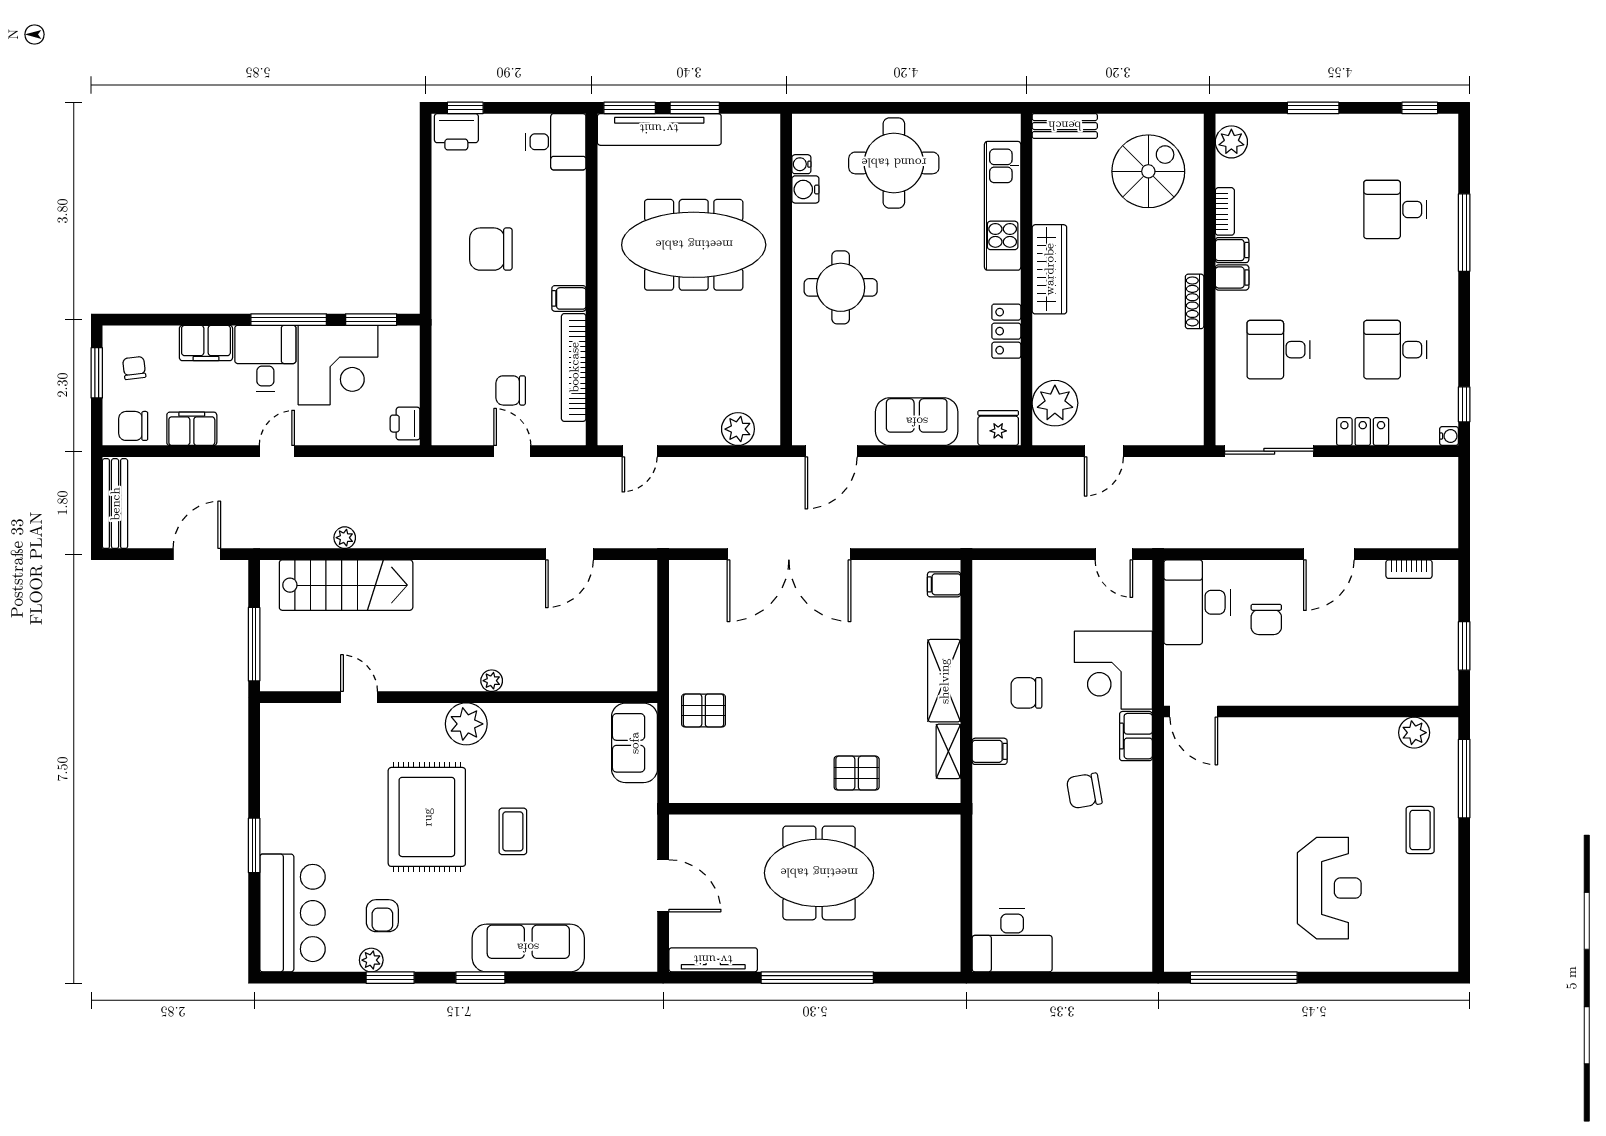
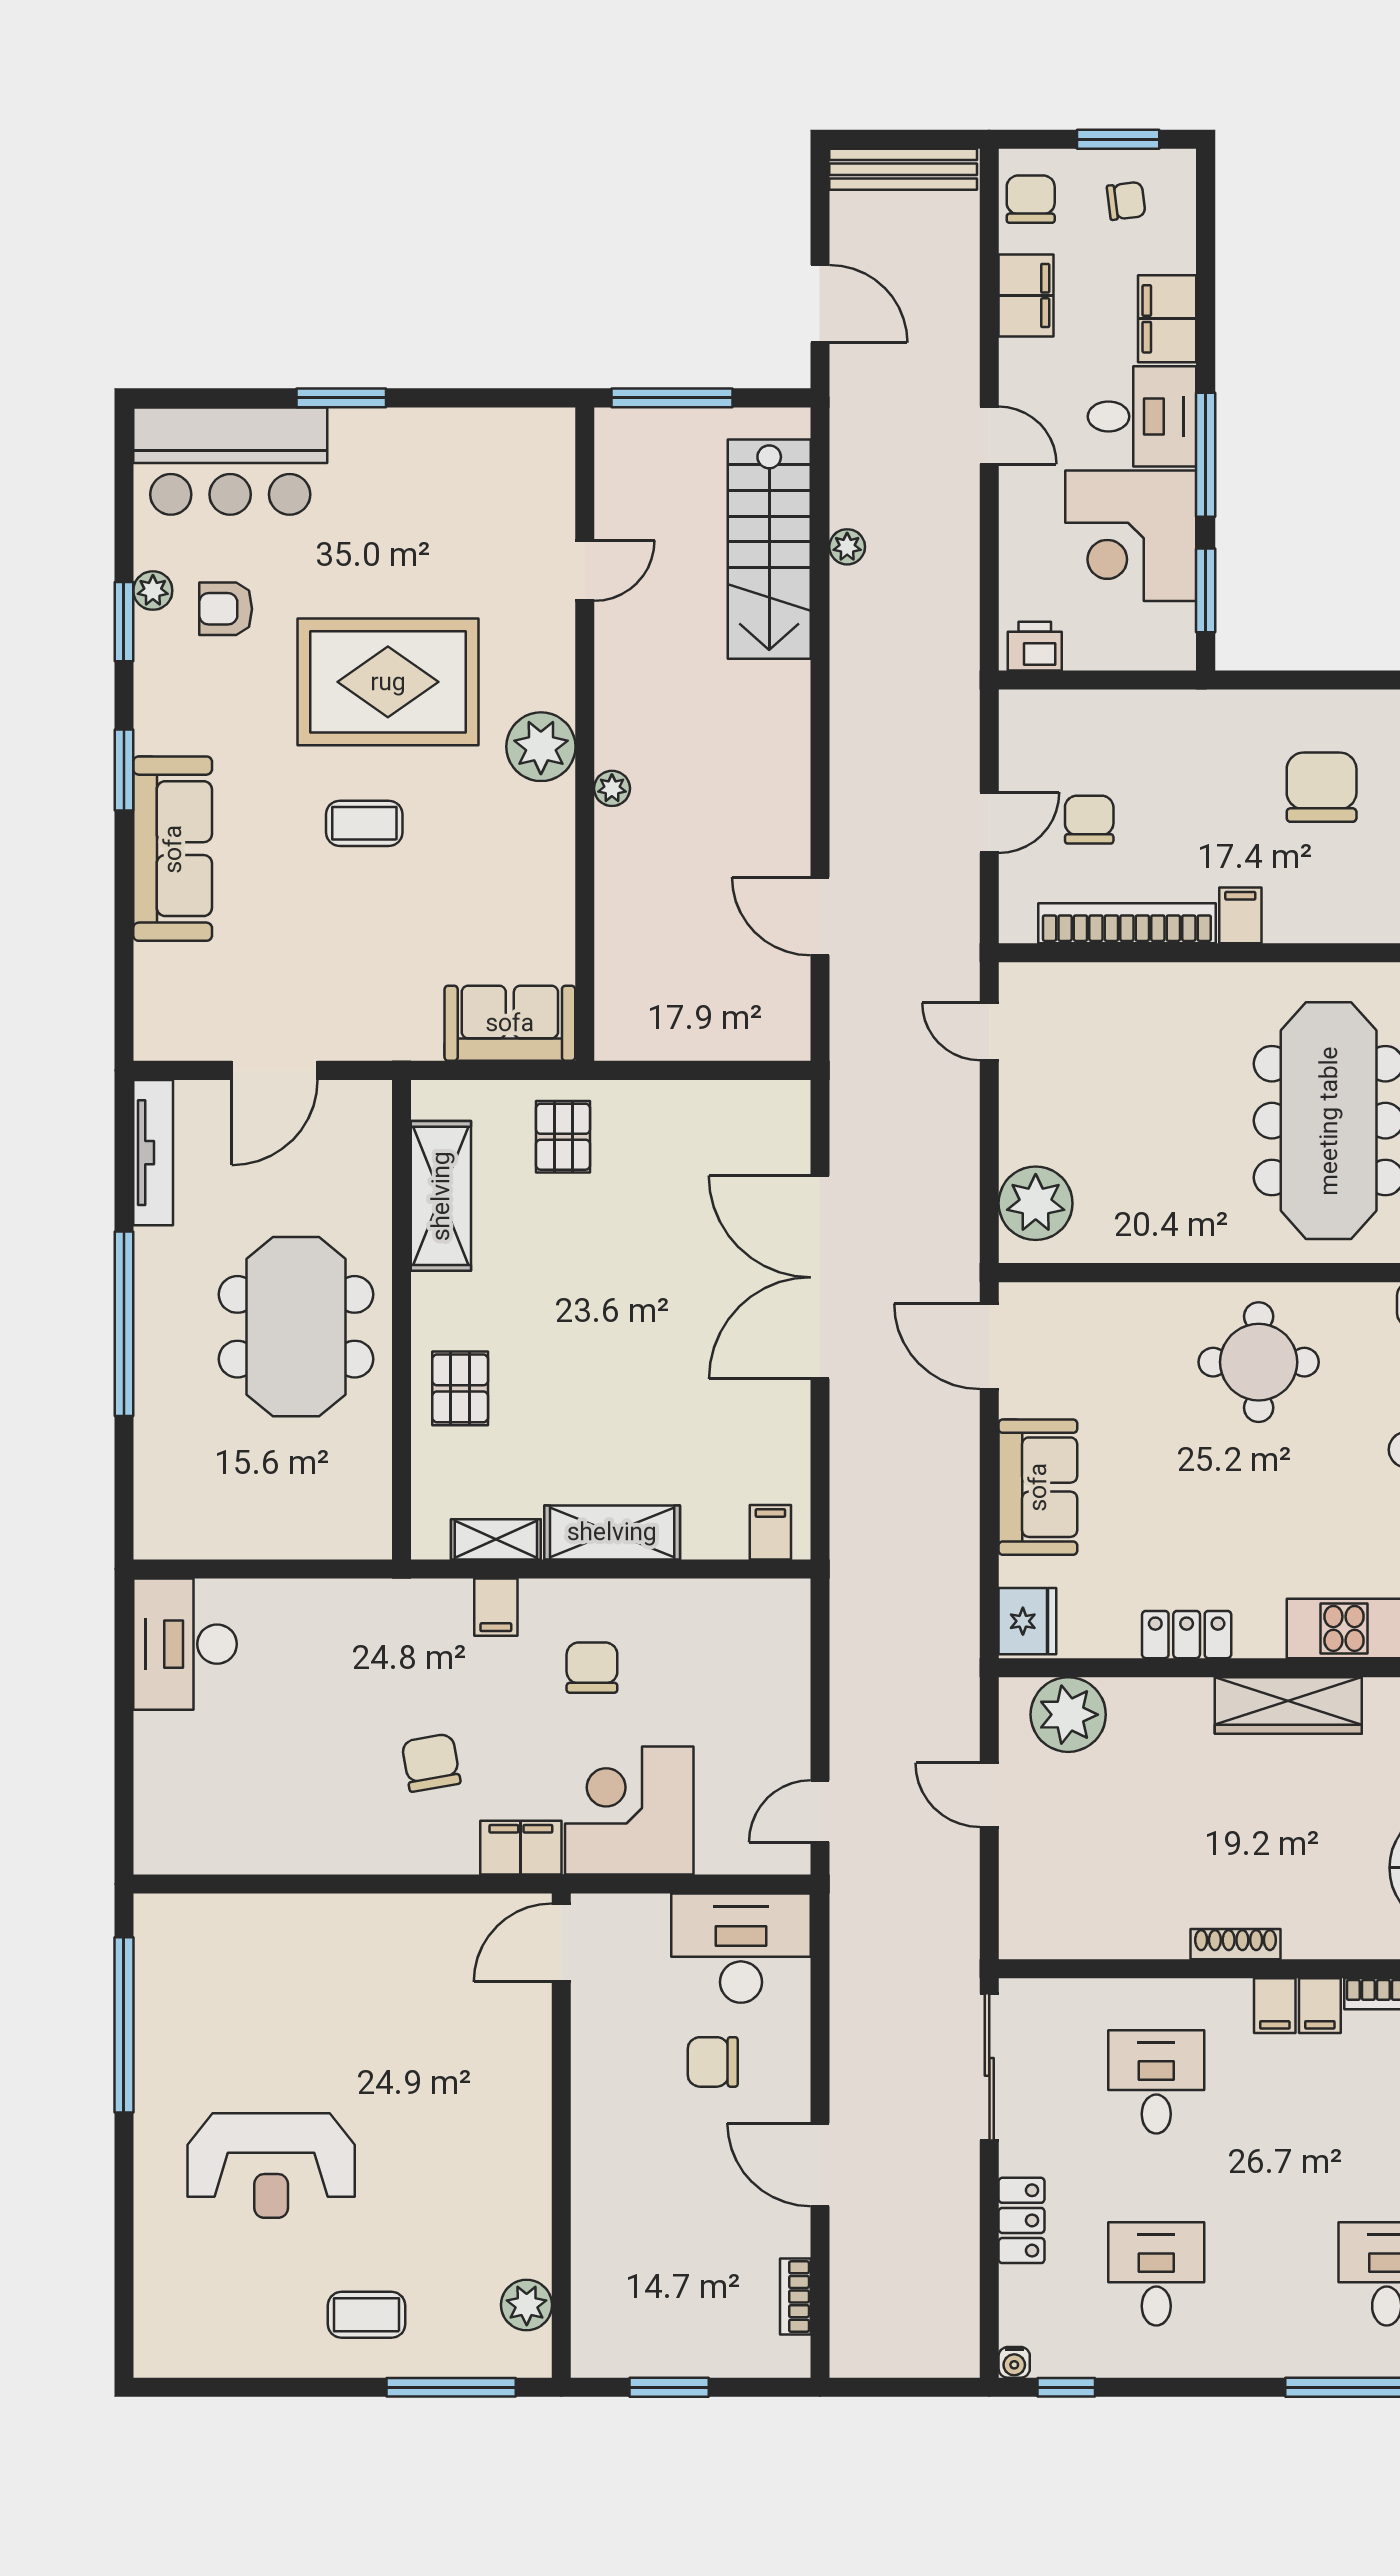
plant: (738, 429) -> (1036, 1203), width x1.36, depth x1.36
shelving: (740, 785) -> (441, 1196), added

